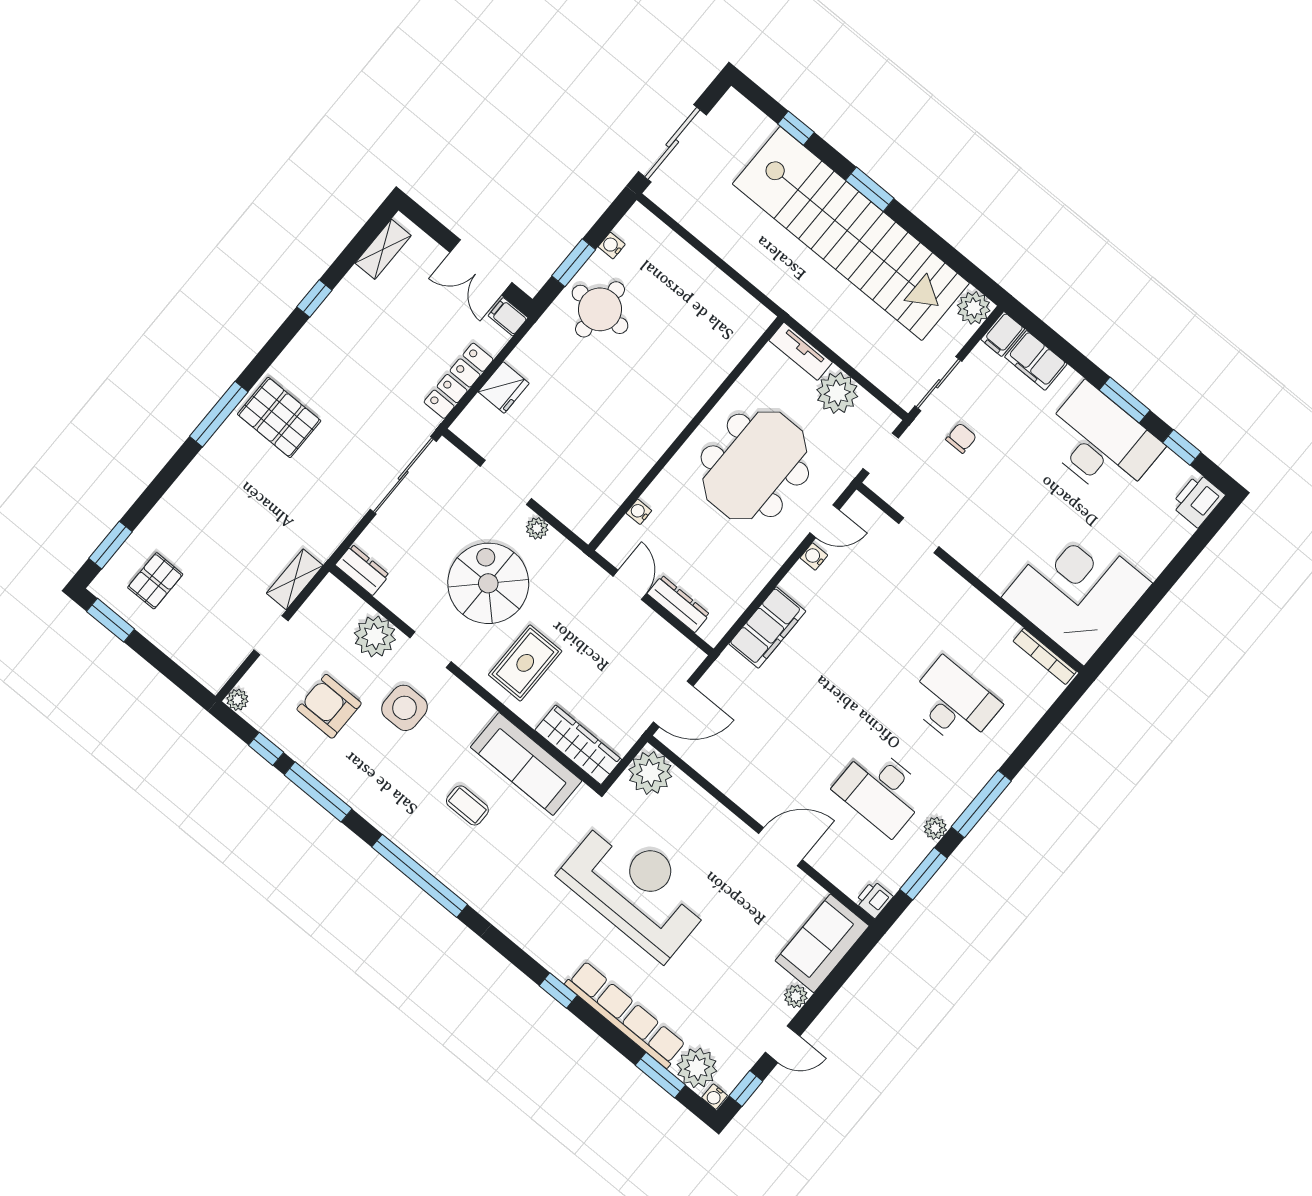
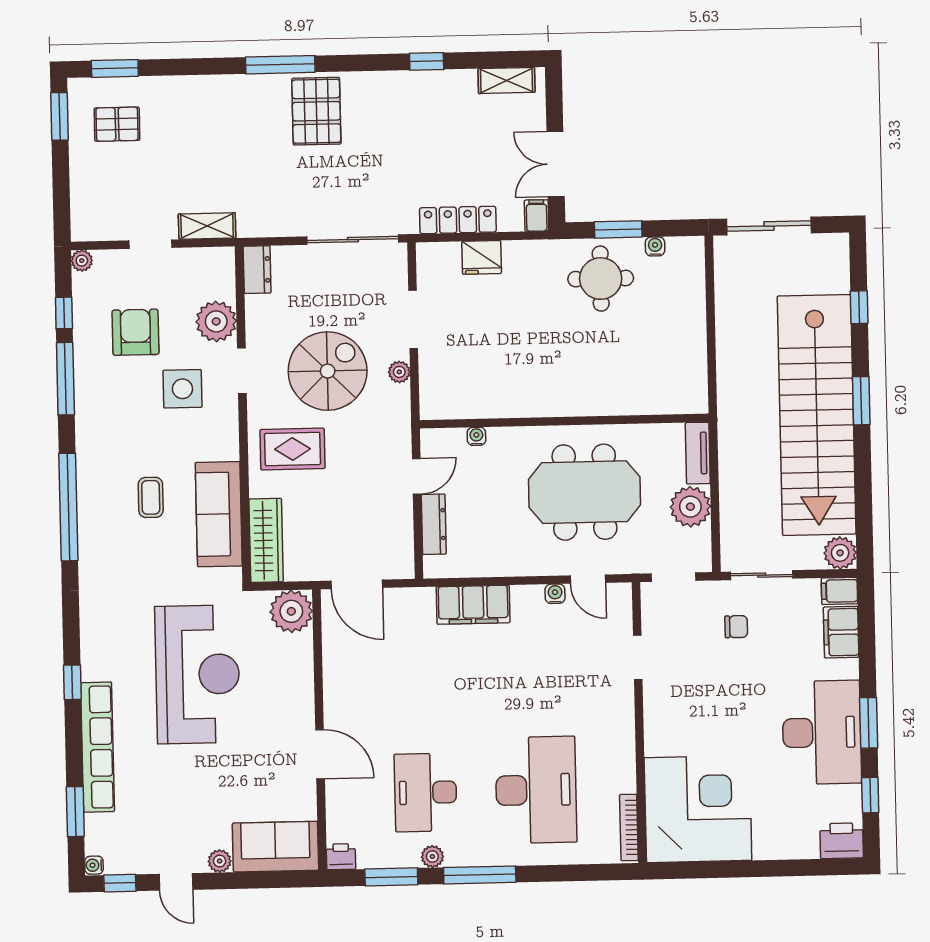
desk: (953, 703) -> (536, 790), width x1.36, depth x1.30
plant: (697, 1068) -> (104, 834), removed

